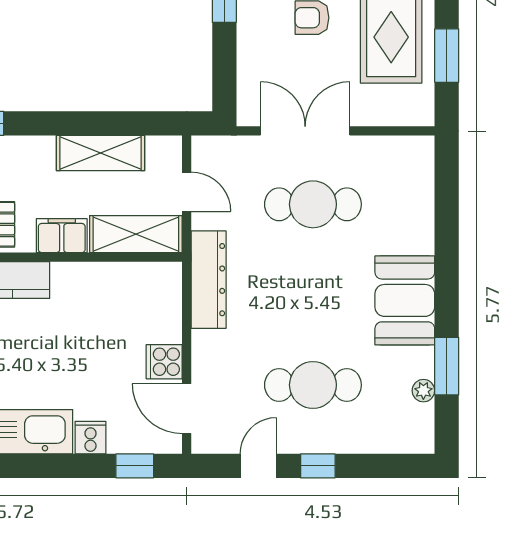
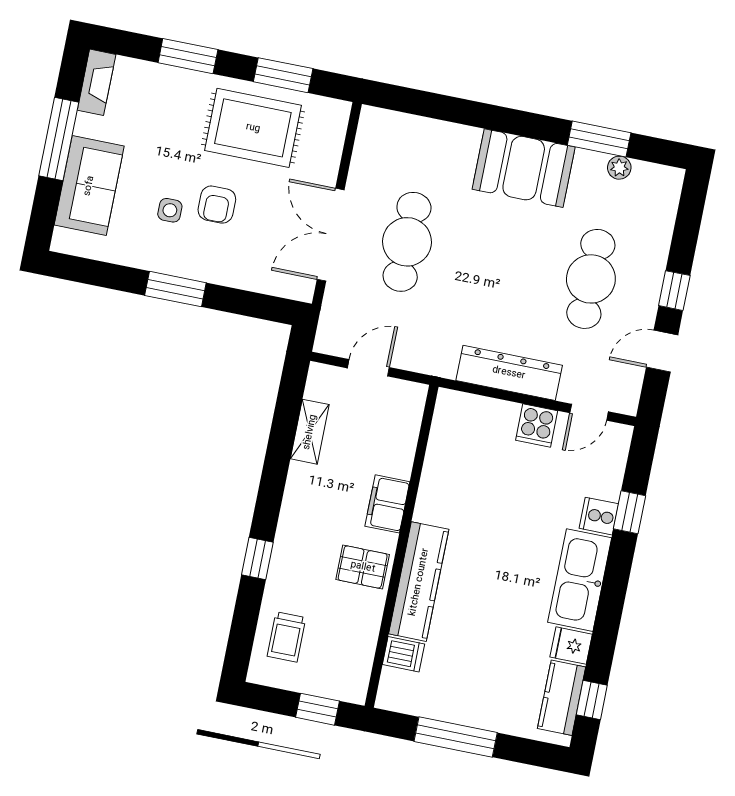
shelving: (100, 153) -> (310, 432), width x0.67, depth x0.75
shelving: (136, 234) -> (401, 428), removed
dresser: (209, 280) -> (509, 373), moved
door: (187, 409) -> (589, 412), width x0.73
window: (135, 466) -> (630, 512), moved
door: (258, 466) -> (662, 351), hinge flipped

